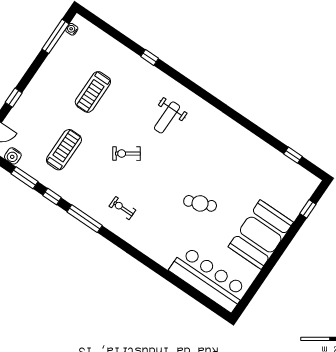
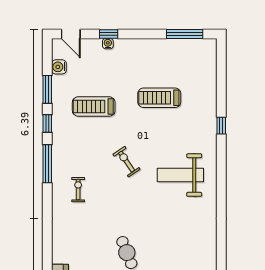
water cooler: (72, 29) -> (108, 44), moved
weight bench: (167, 117) -> (180, 175), width x1.36, depth x1.33
treadmill: (64, 150) -> (94, 107), turned 180

